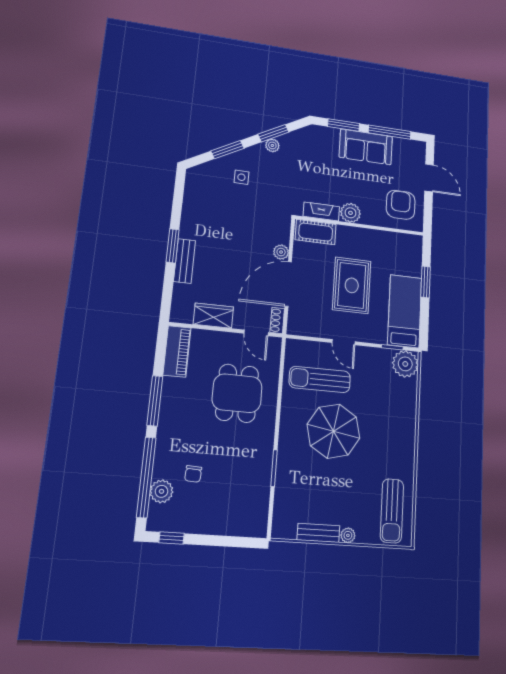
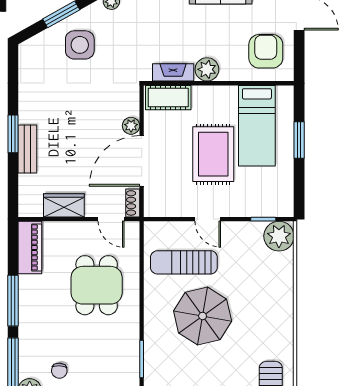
side table: (241, 177) -> (80, 45), width x1.87, depth x1.87
bed: (405, 311) -> (257, 126), moved, turned 180

